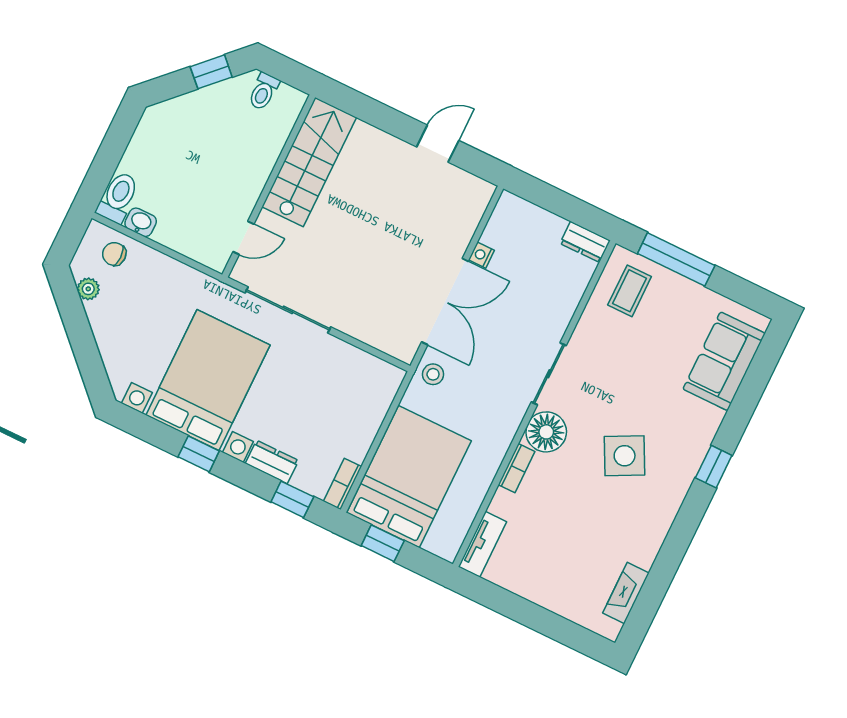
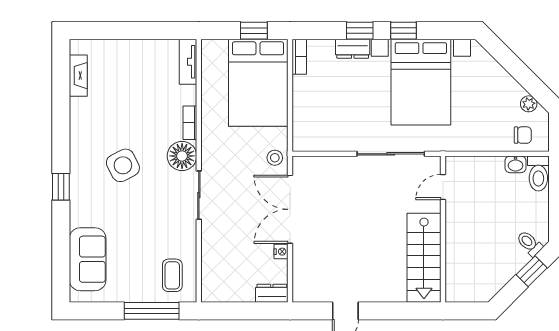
window: (211, 72) -> (532, 271), moved
toilet: (264, 91) -> (529, 243), moved, turned -45
dresser: (585, 242) -> (272, 293), moved
window: (292, 499) -> (360, 31), moved

